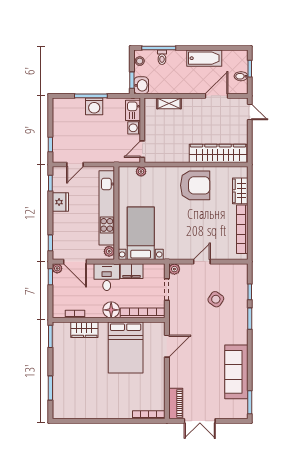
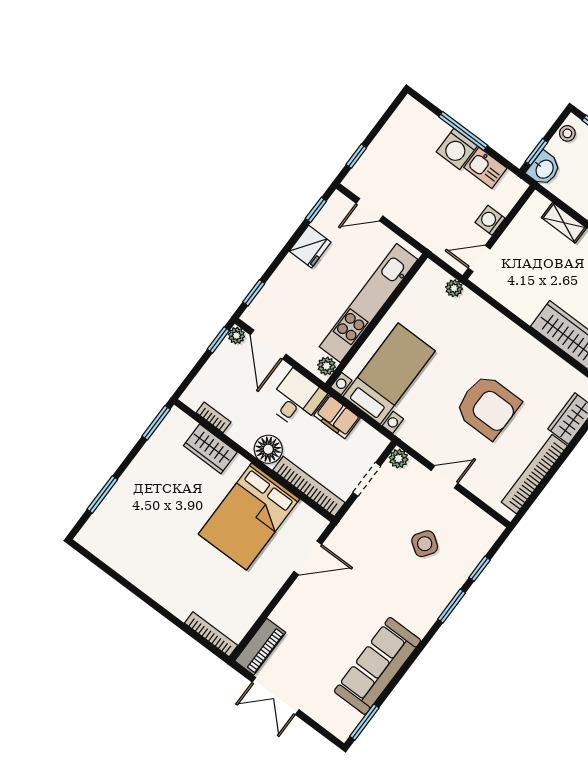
kitchen sink: (133, 110) -> (485, 168), moved, turned -90
armchair: (195, 185) -> (488, 407), moved

